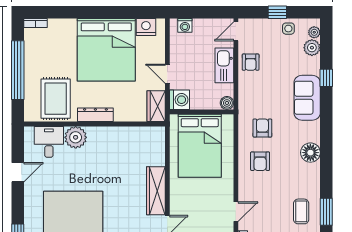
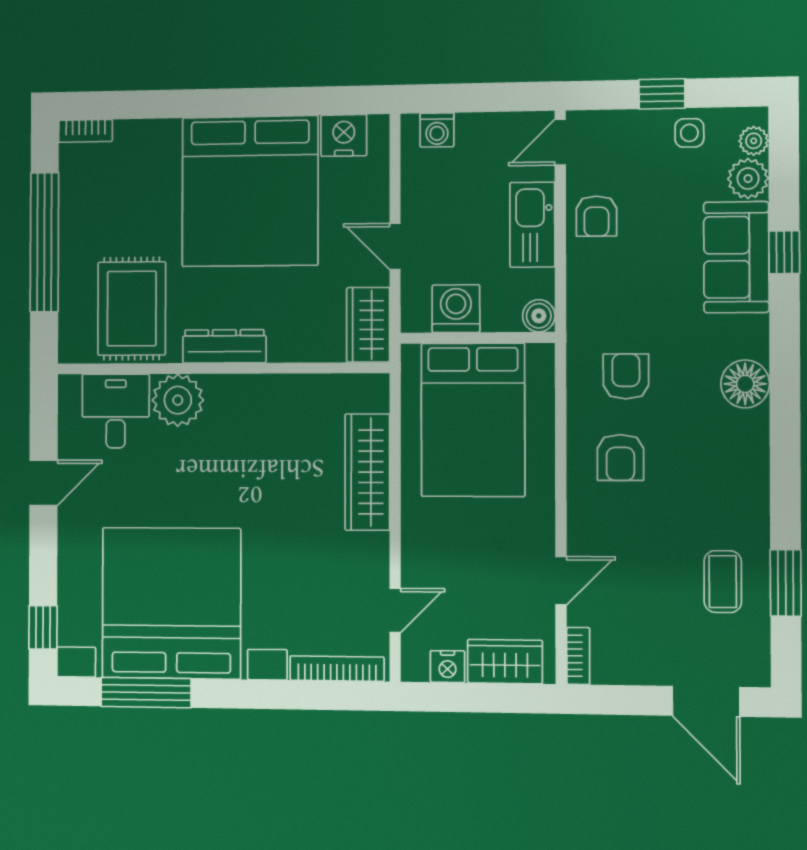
sofa: (307, 98) -> (736, 257), moved
washing machine: (180, 100) -> (456, 309), moved, turned -90
floor lamp: (310, 153) -> (745, 384), moved
wardrobe: (156, 191) -> (367, 472), moved

